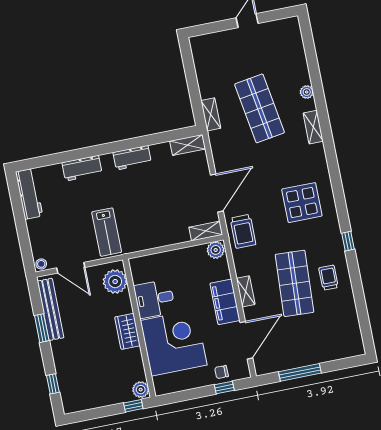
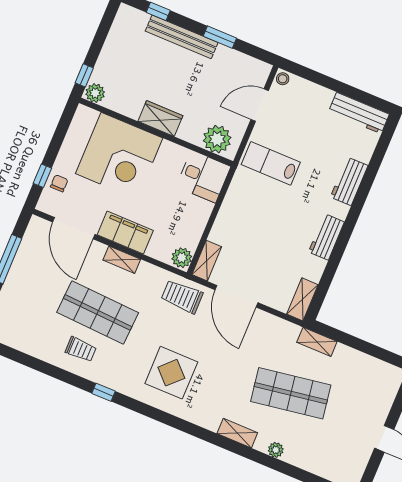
desk: (154, 299) -> (203, 177), moved, turned 90
bench: (51, 309) -> (182, 37), moved

